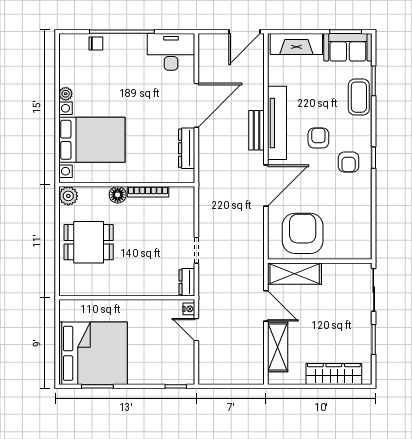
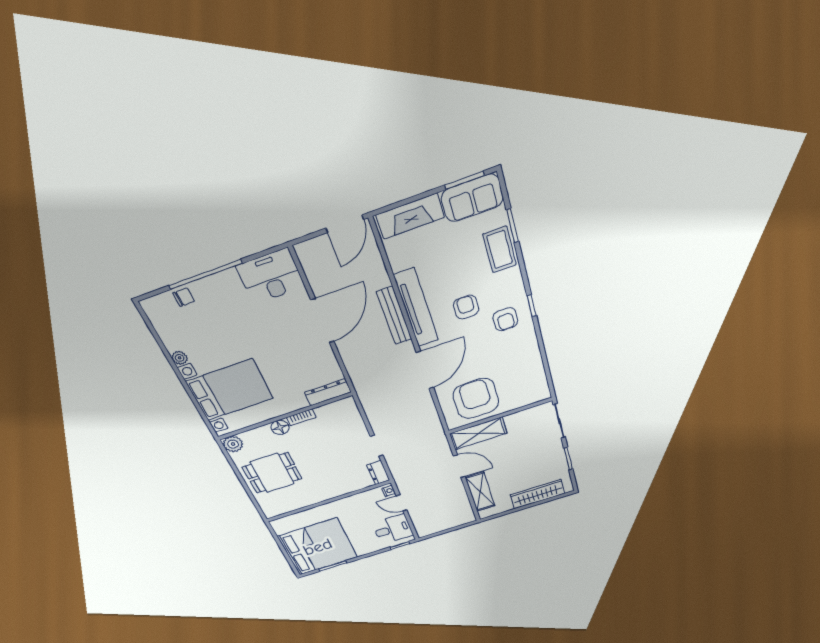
bench: (257, 130) -> (394, 316), width x1.36
dresser: (187, 148) -> (328, 392), moved, turned 90
bookcase: (148, 192) -> (301, 417), width x0.64
desk: (176, 361) -> (393, 529), added

